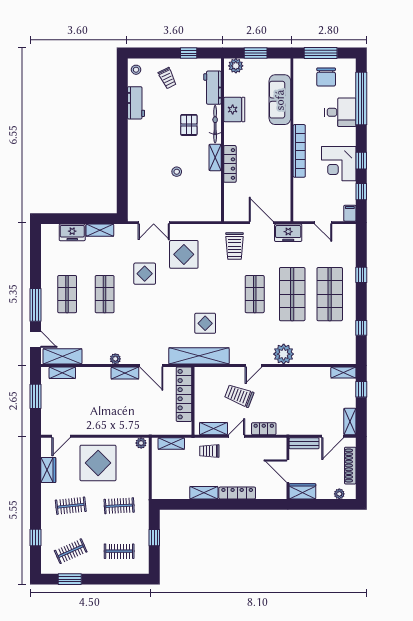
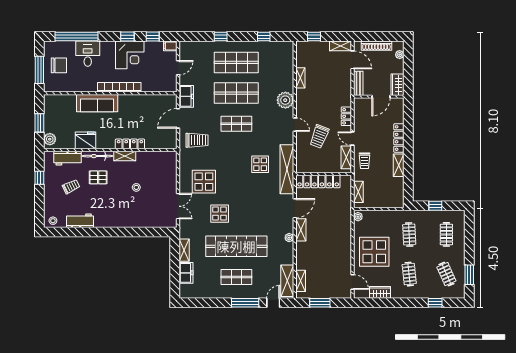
trolley: (167, 78) -> (71, 187), moved
sofa: (280, 100) -> (97, 103), moved
shop shelf: (105, 294) -> (236, 246), width x2.00, depth x1.36
shelving: (343, 372) -> (300, 78), moved

